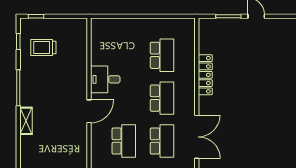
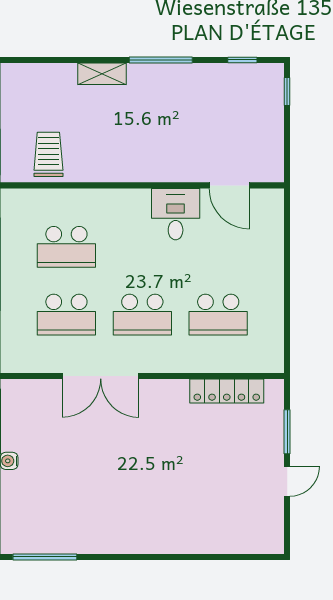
trolley: (43, 47) -> (48, 154), moved
locker: (205, 75) -> (227, 391), moved
door: (89, 111) -> (229, 185), moved
double door: (197, 137) -> (101, 376), moved

